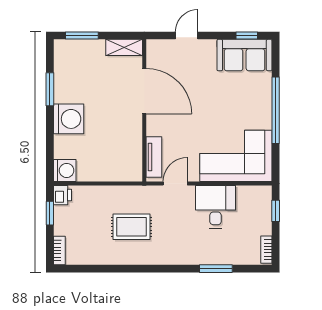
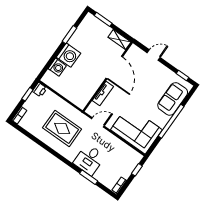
sofa: (244, 55) -> (173, 99), moved, turned 90
tv unit: (154, 157) -> (103, 93), moved
washing machine: (65, 170) -> (57, 67), moved
desk: (216, 207) -> (89, 160), moved, turned 180
rug: (131, 227) -> (62, 128), width x1.36, depth x1.43

